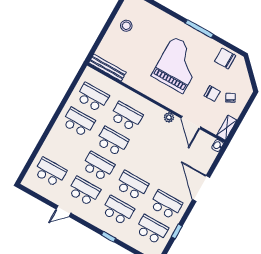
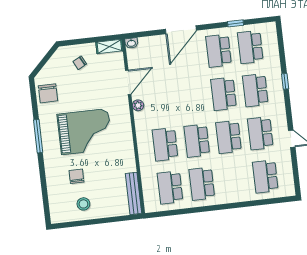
grand piano: (178, 65) -> (85, 132), turned 180
chair: (212, 94) -> (76, 176), moved

